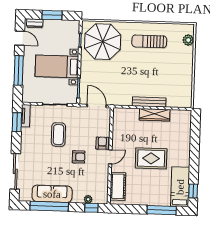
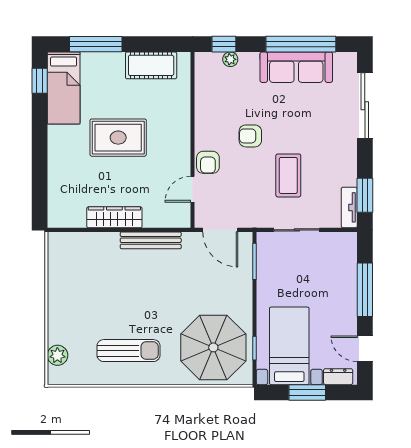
bed with nightstands: (57, 66) -> (289, 346), moved, turned -90
bench: (149, 102) -> (151, 240), moved
door: (110, 157) -> (192, 189), moved
cot: (118, 186) -> (151, 65), moved, turned 90

